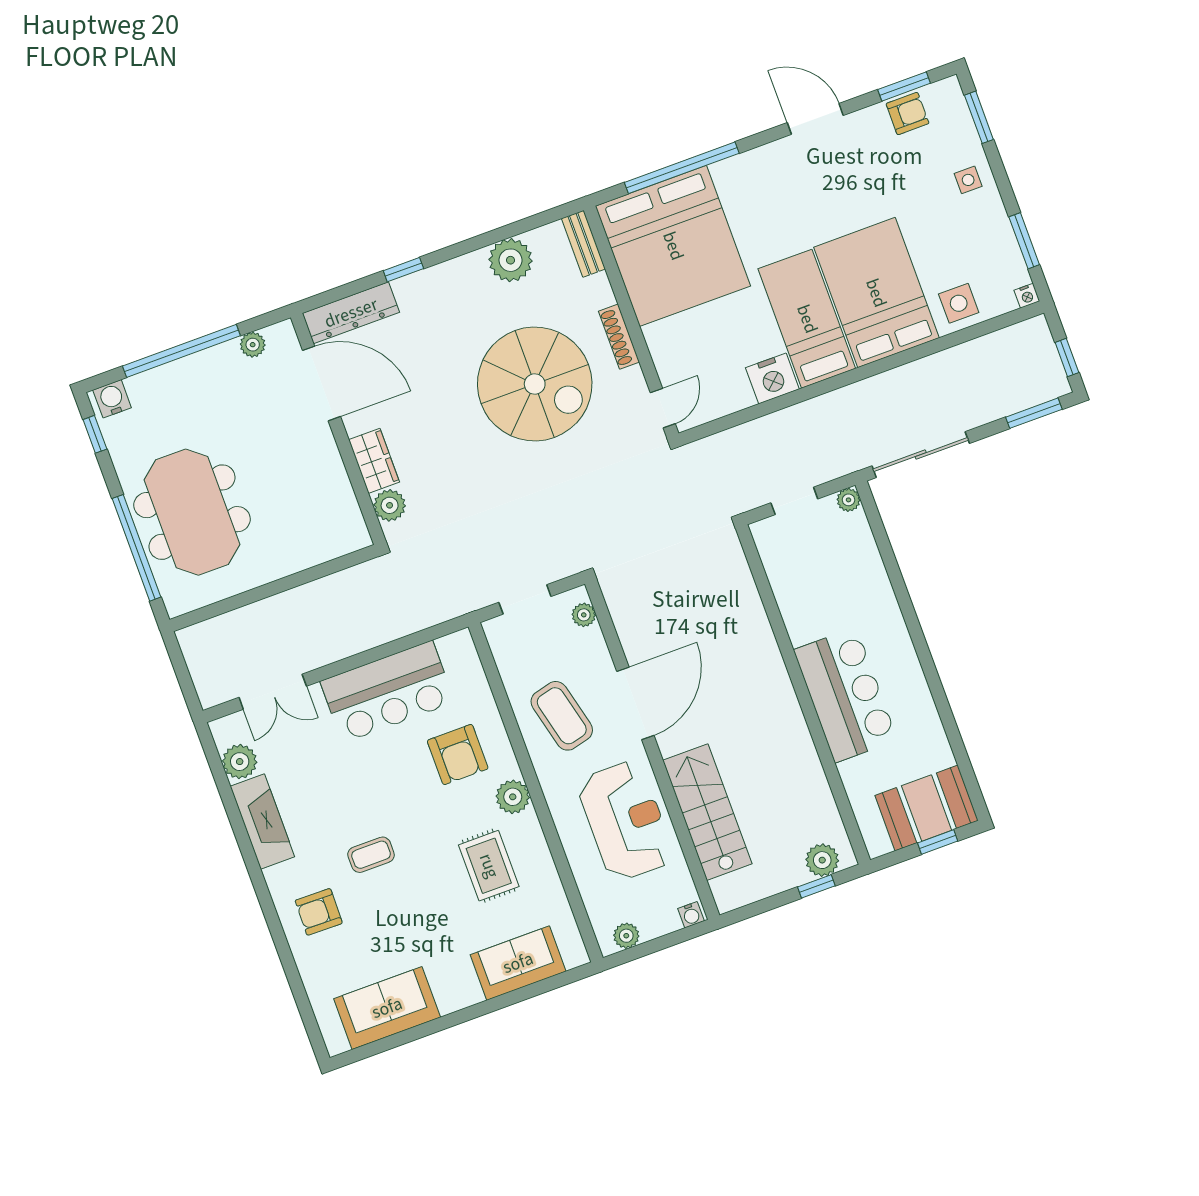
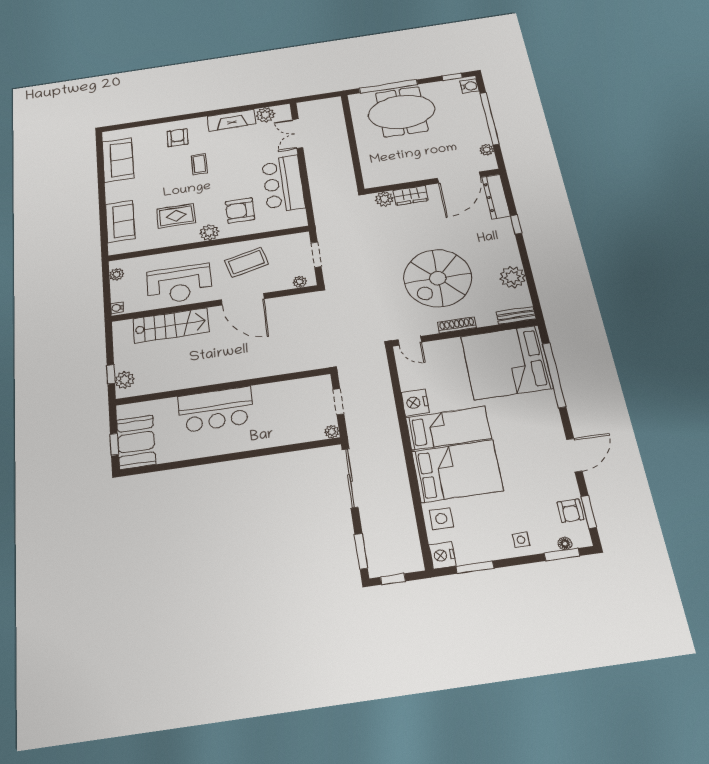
floor lamp: (961, 115) -> (565, 544), added
nightstand: (1027, 296) -> (442, 555), width x1.89, depth x1.79

